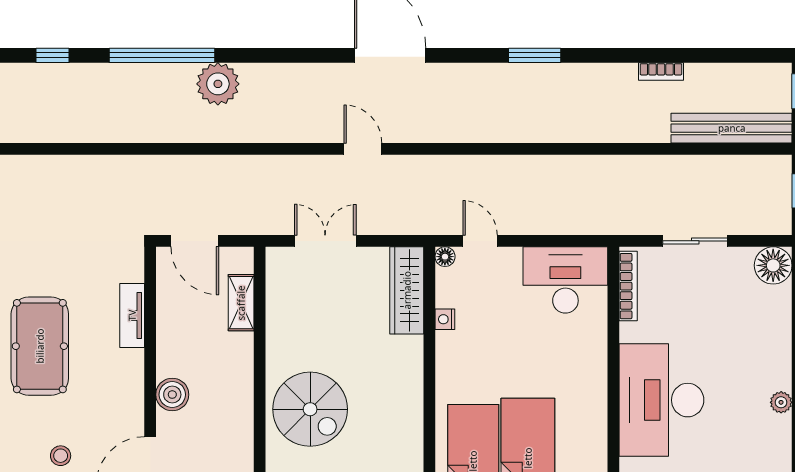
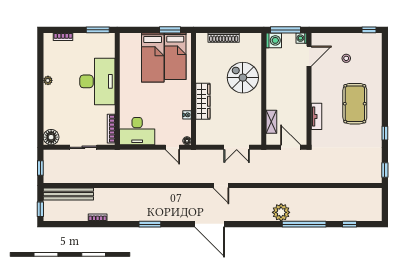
wardrobe: (407, 290) -> (203, 101), moved
boiler: (172, 395) -> (300, 84), removed

